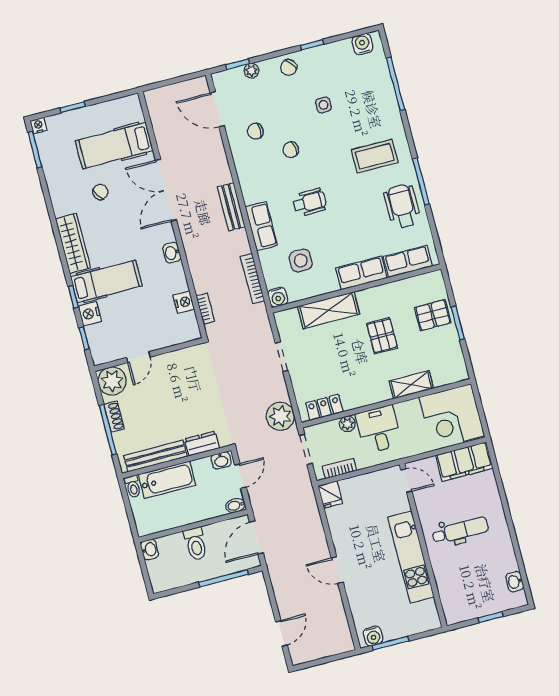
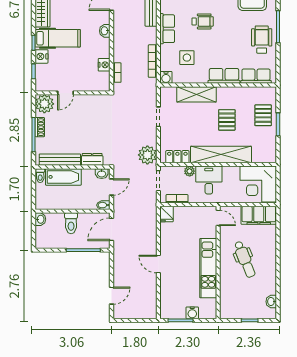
pallet: (433, 315) -> (263, 115), turned 90
shelving: (411, 385) -> (221, 155), width x2.20, depth x1.33
dental chair: (460, 531) -> (245, 259), turned 68
water cooler: (373, 636) -> (192, 313), moved

